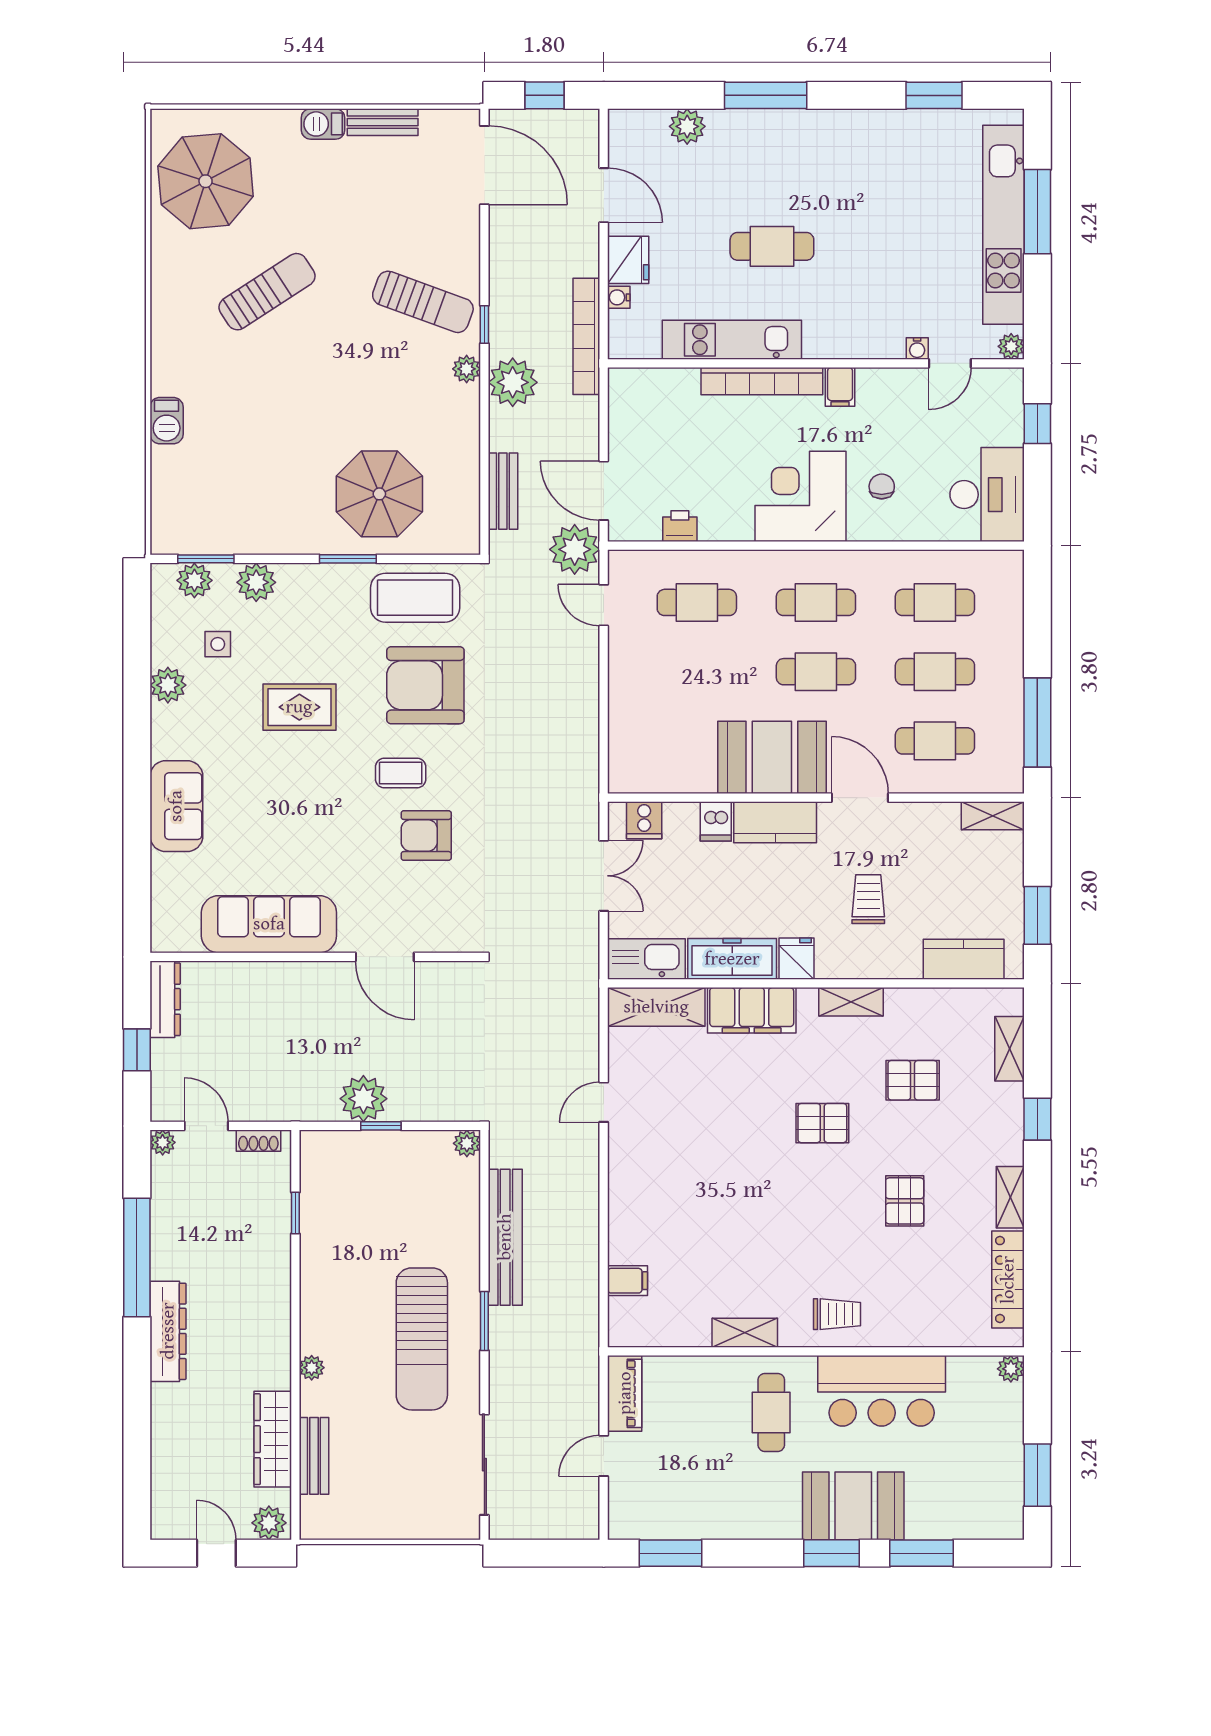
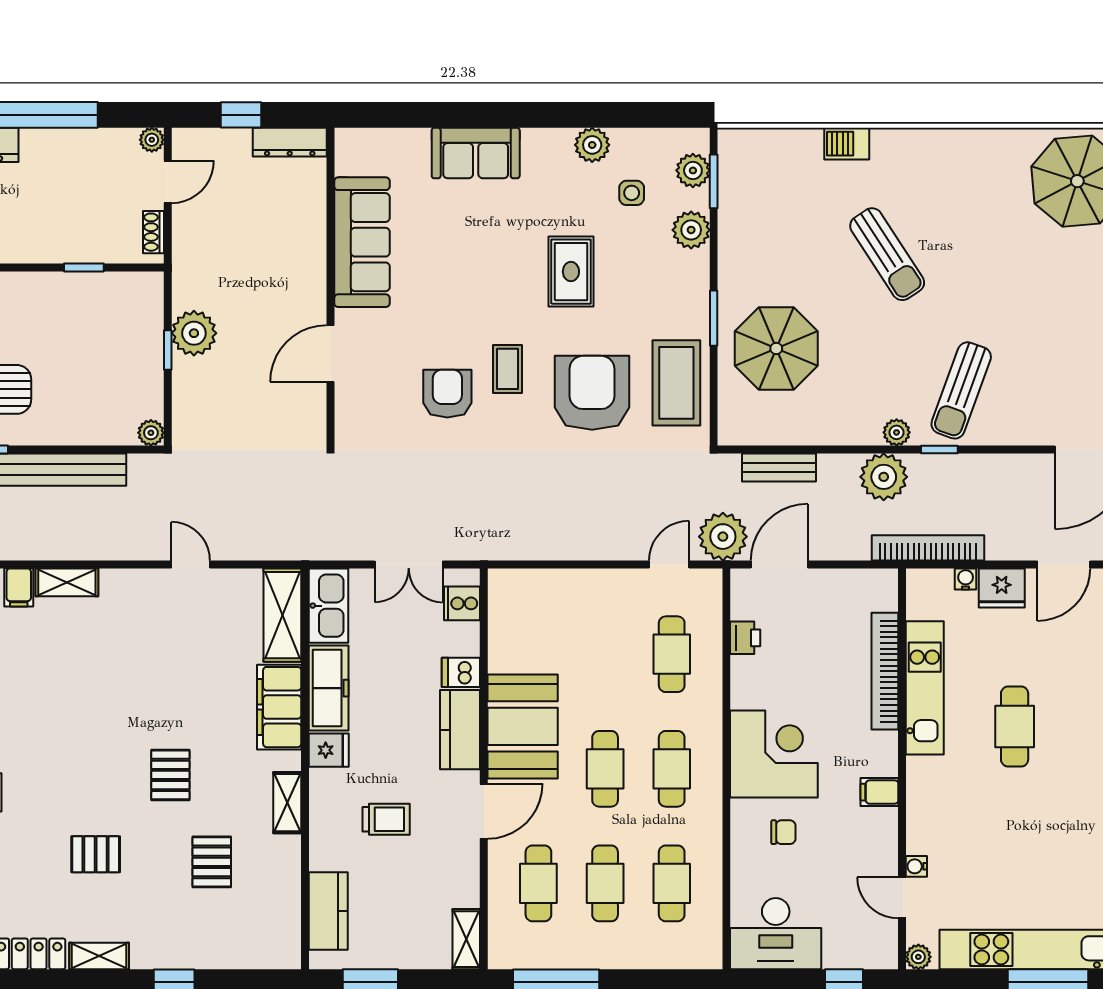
sun lounger: (267, 292) -> (887, 254), moved
bookcase: (762, 381) -> (885, 671), moved
shelving: (1010, 1049) -> (67, 582), moved

